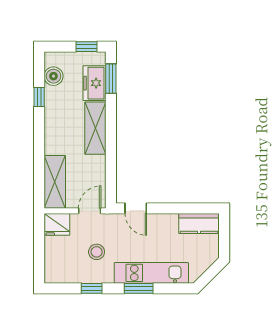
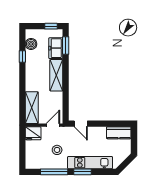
window: (92, 288) -> (54, 172), width x2.17

